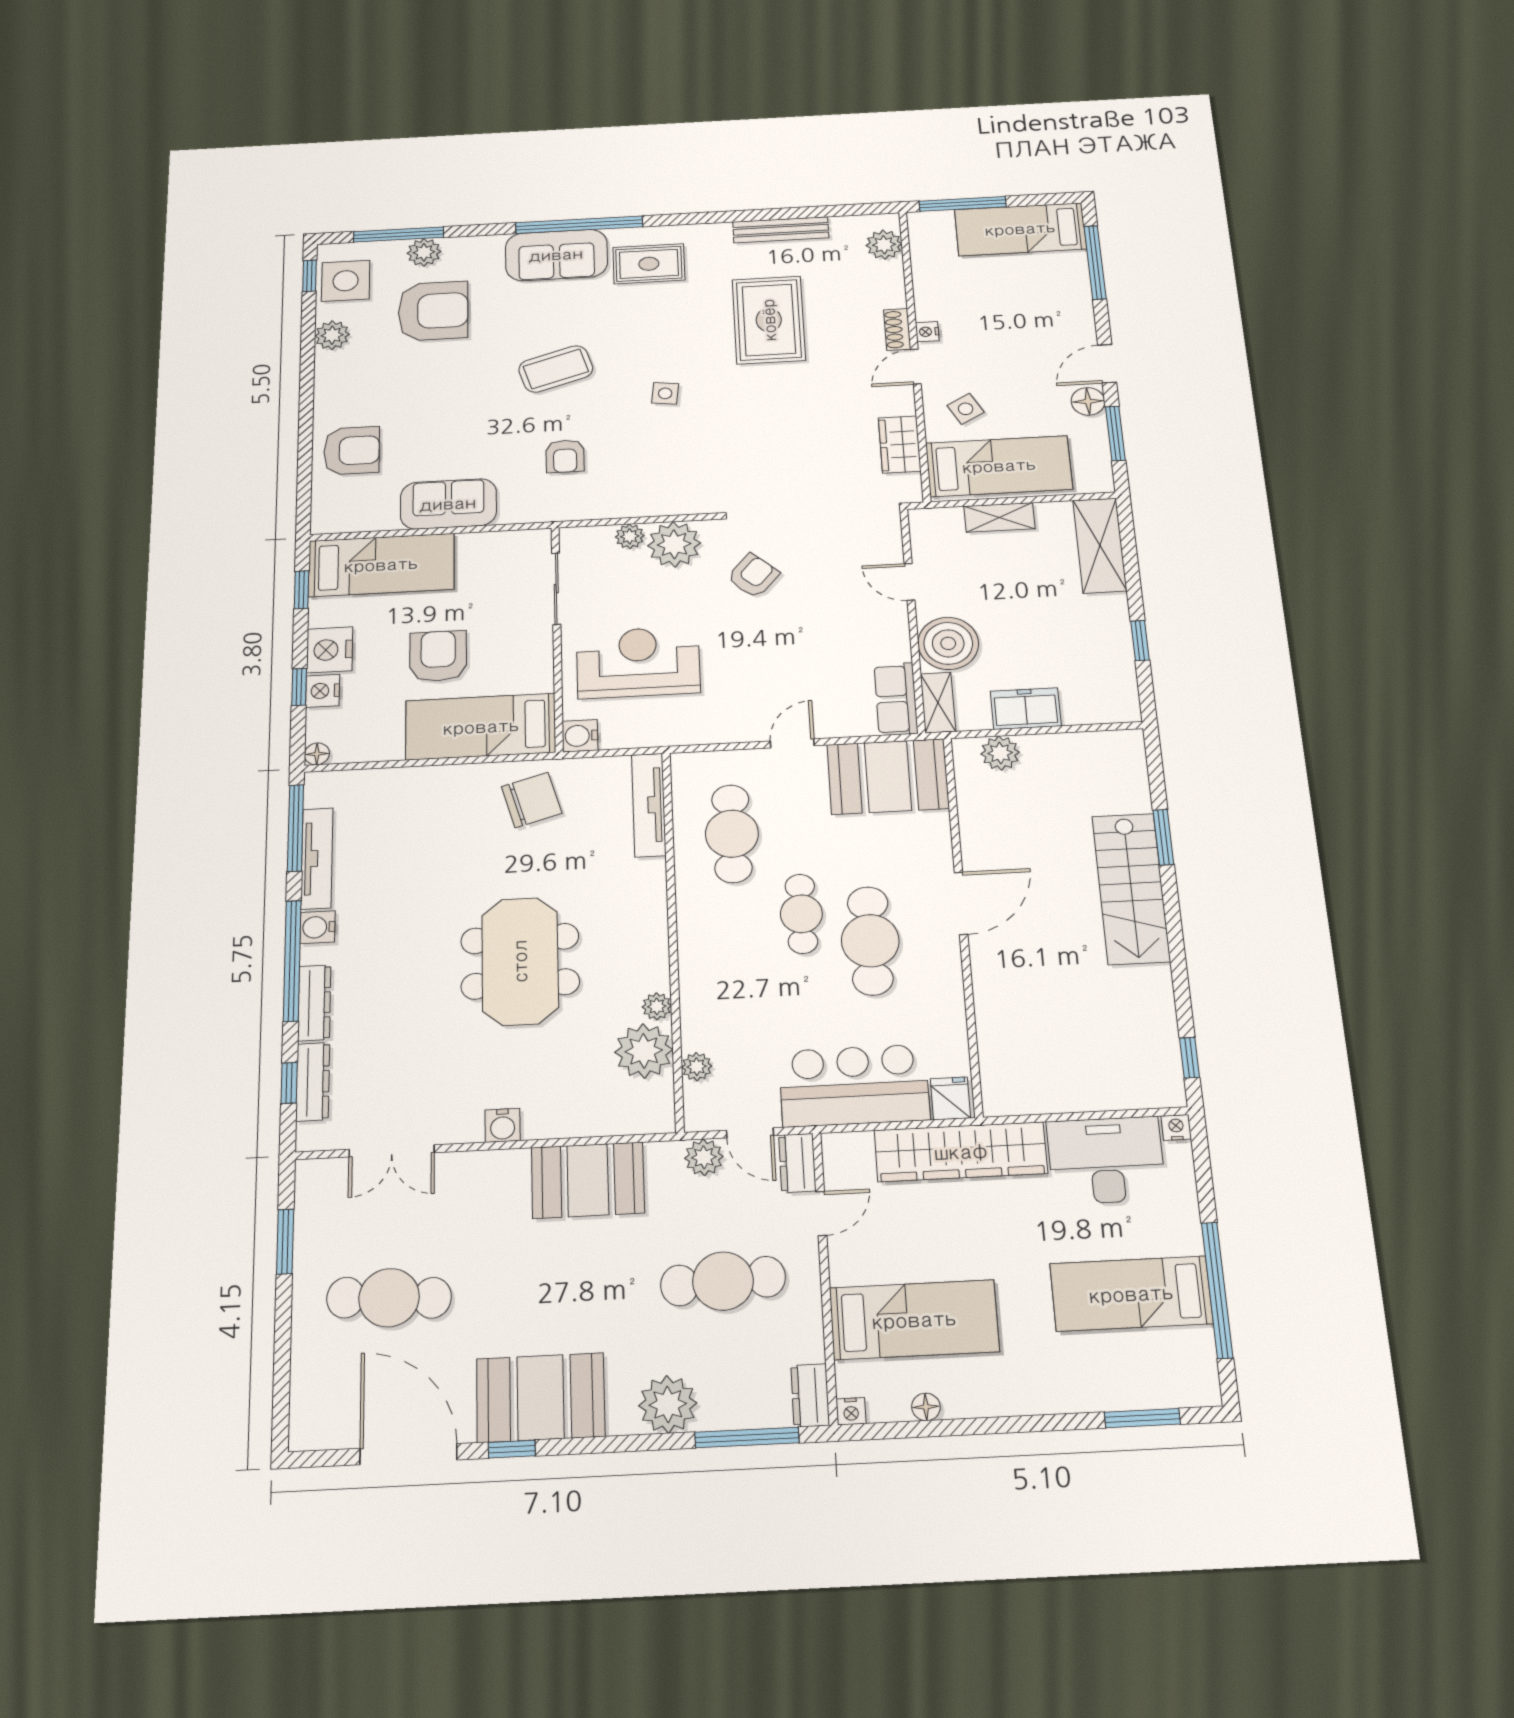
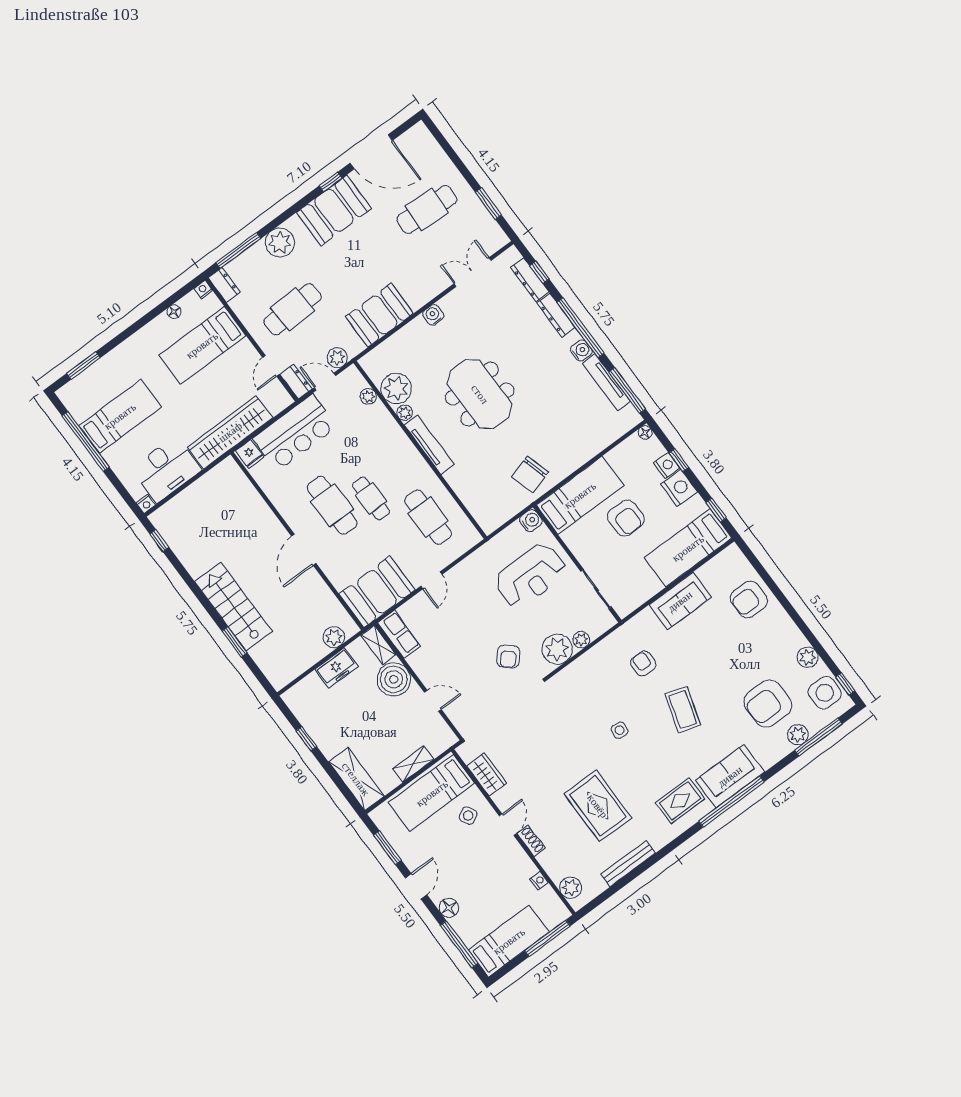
nightstand: (927, 332) -> (539, 881), moved
coffee table: (556, 369) -> (683, 710), turned -56
floor lamp: (1088, 401) -> (449, 908), moved
tv unit: (649, 805) -> (429, 445), moved

